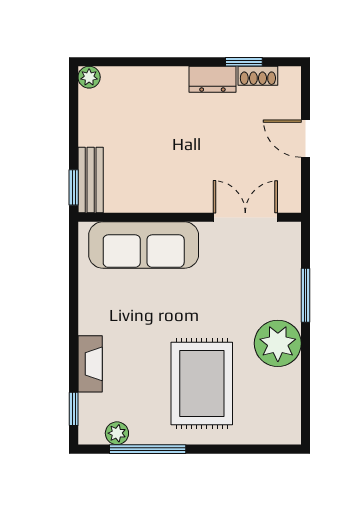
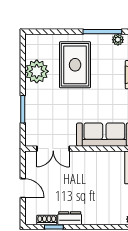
plant: (278, 343) -> (37, 71), moved

